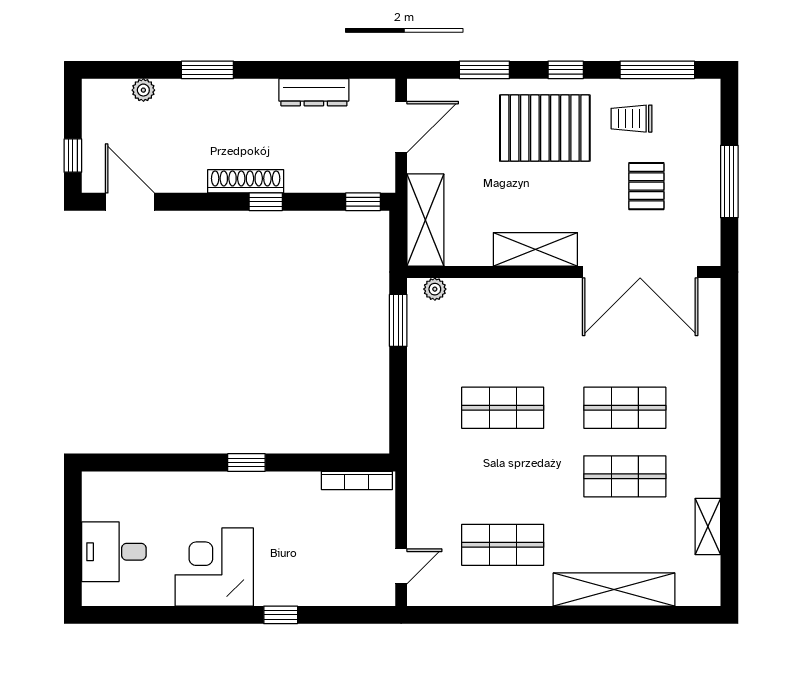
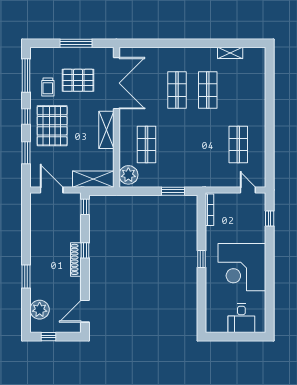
plant: (143, 90) -> (40, 310), width x1.88, depth x1.88
dresser: (314, 92) -> (36, 229), removed
window: (73, 156) -> (48, 337), moved
pallet: (646, 186) -> (78, 80), width x1.50, depth x1.42
plant: (435, 289) -> (128, 175), width x1.88, depth x1.88
window: (398, 320) -> (173, 191), moved
shop shelf: (503, 408) -> (146, 145), moved
corner desk: (214, 567) -> (242, 267), width x1.36, depth x1.36
shelving: (614, 590) -> (258, 95), removed
window: (281, 615) -> (270, 218), moved

